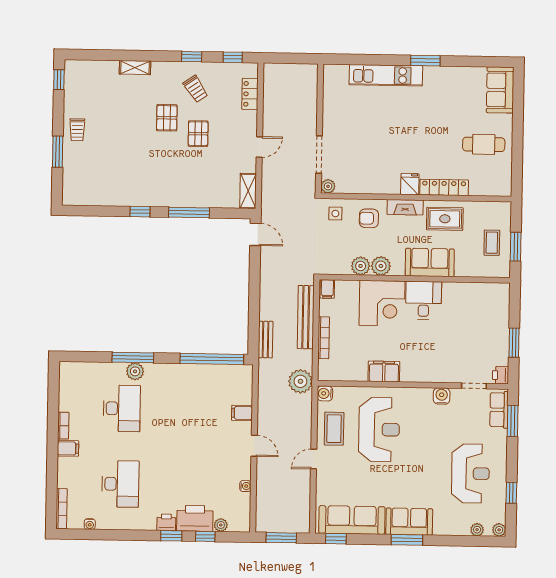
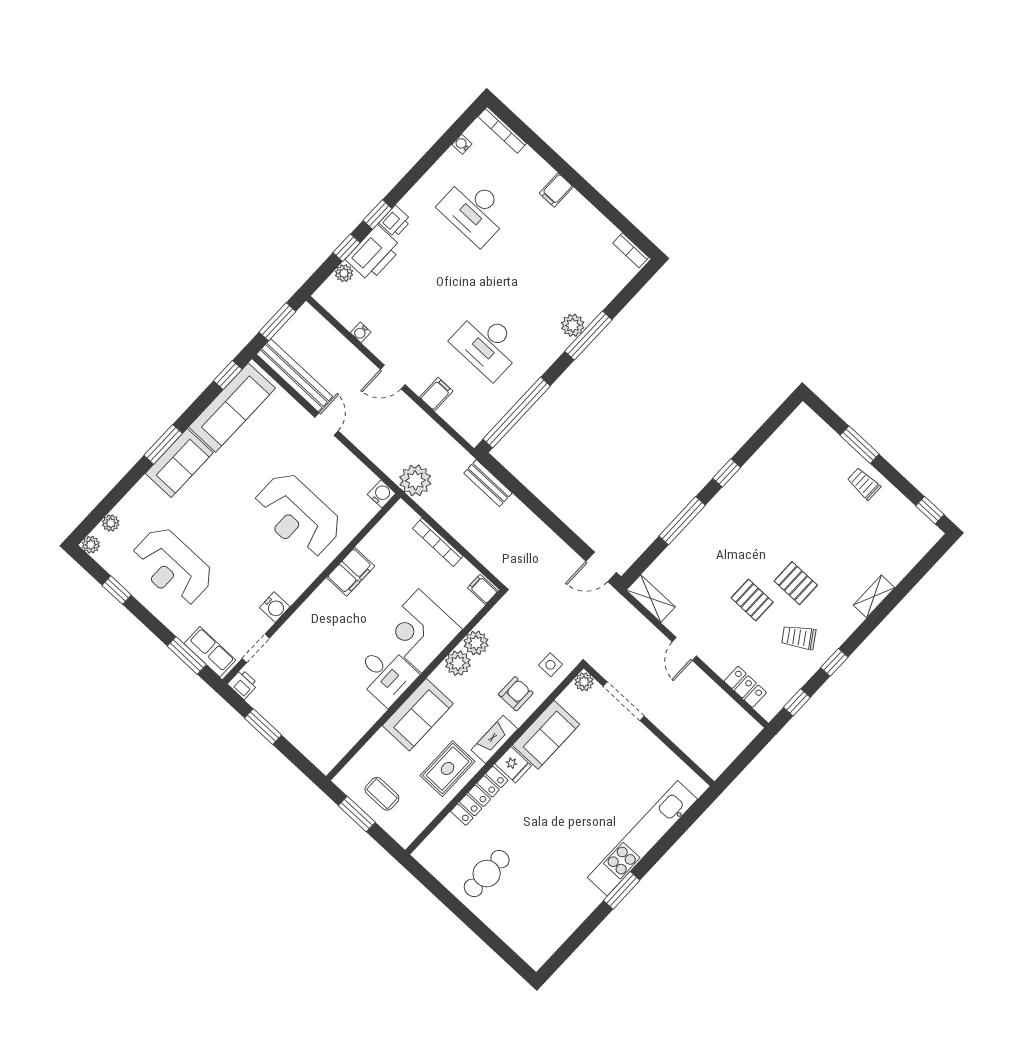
kitchen unit: (386, 75) -> (642, 838), width x1.36
sofa: (500, 90) -> (546, 735), moved, turned 90
bench: (306, 317) -> (294, 375), moved
desk: (122, 408) -> (487, 344), moved
bookcase: (63, 426) -> (631, 250), moved
coffee table: (334, 429) -> (338, 471), removed

